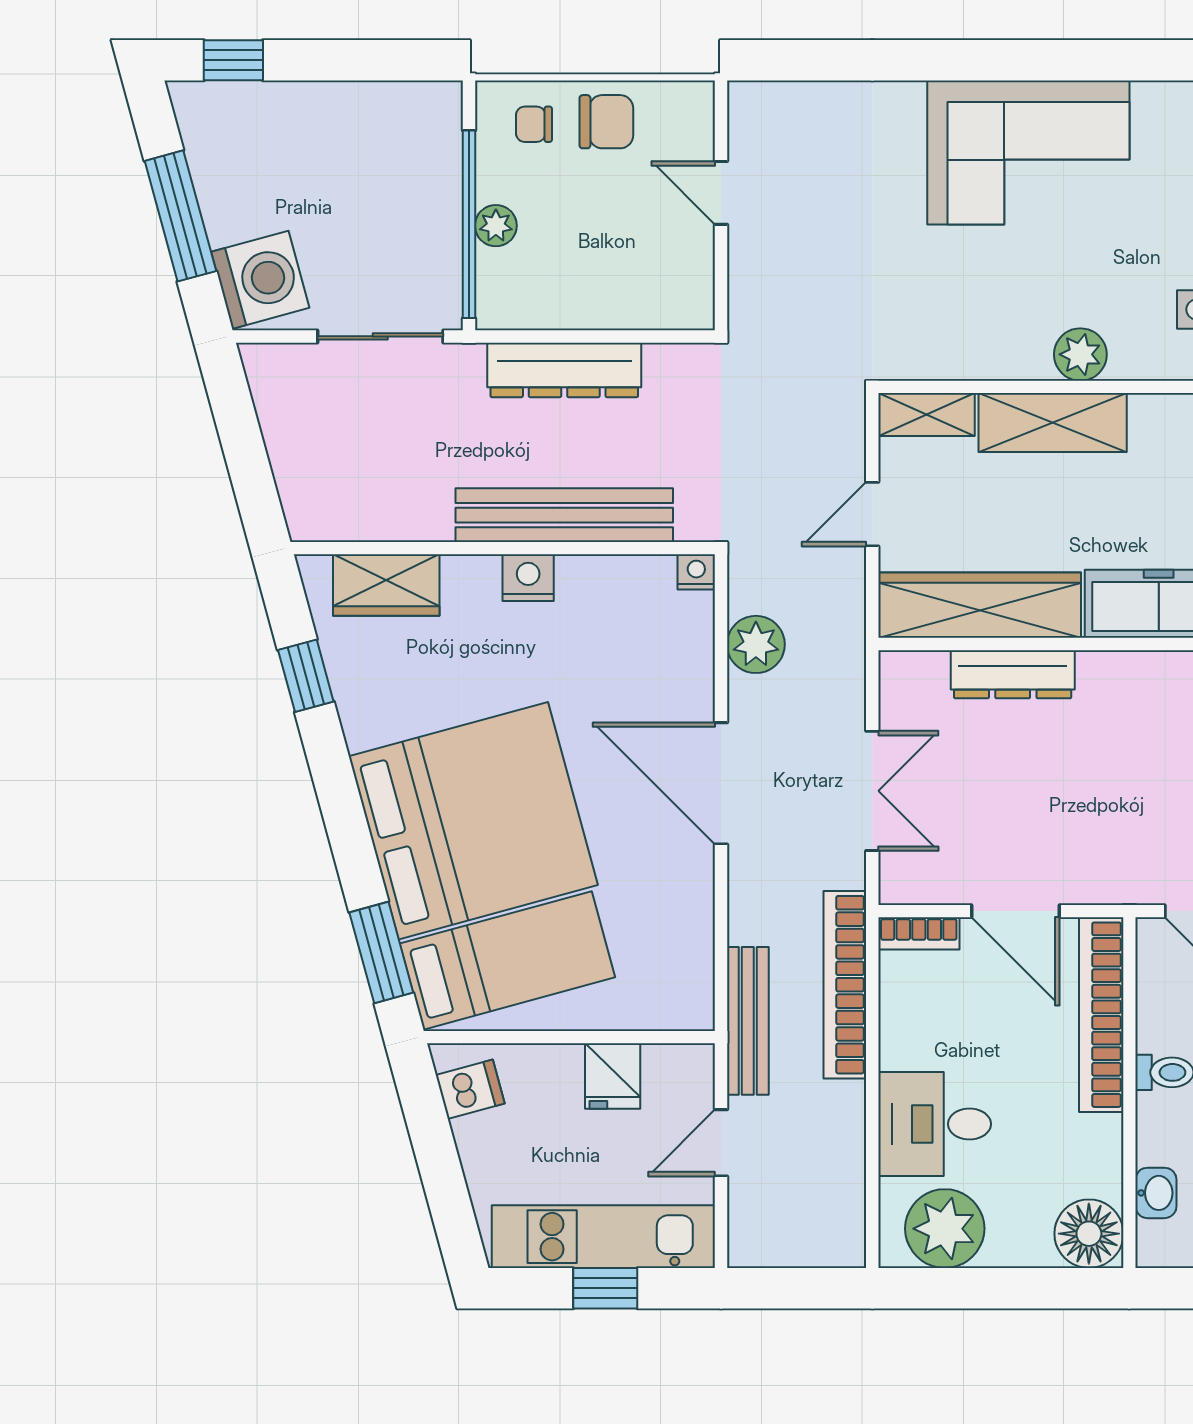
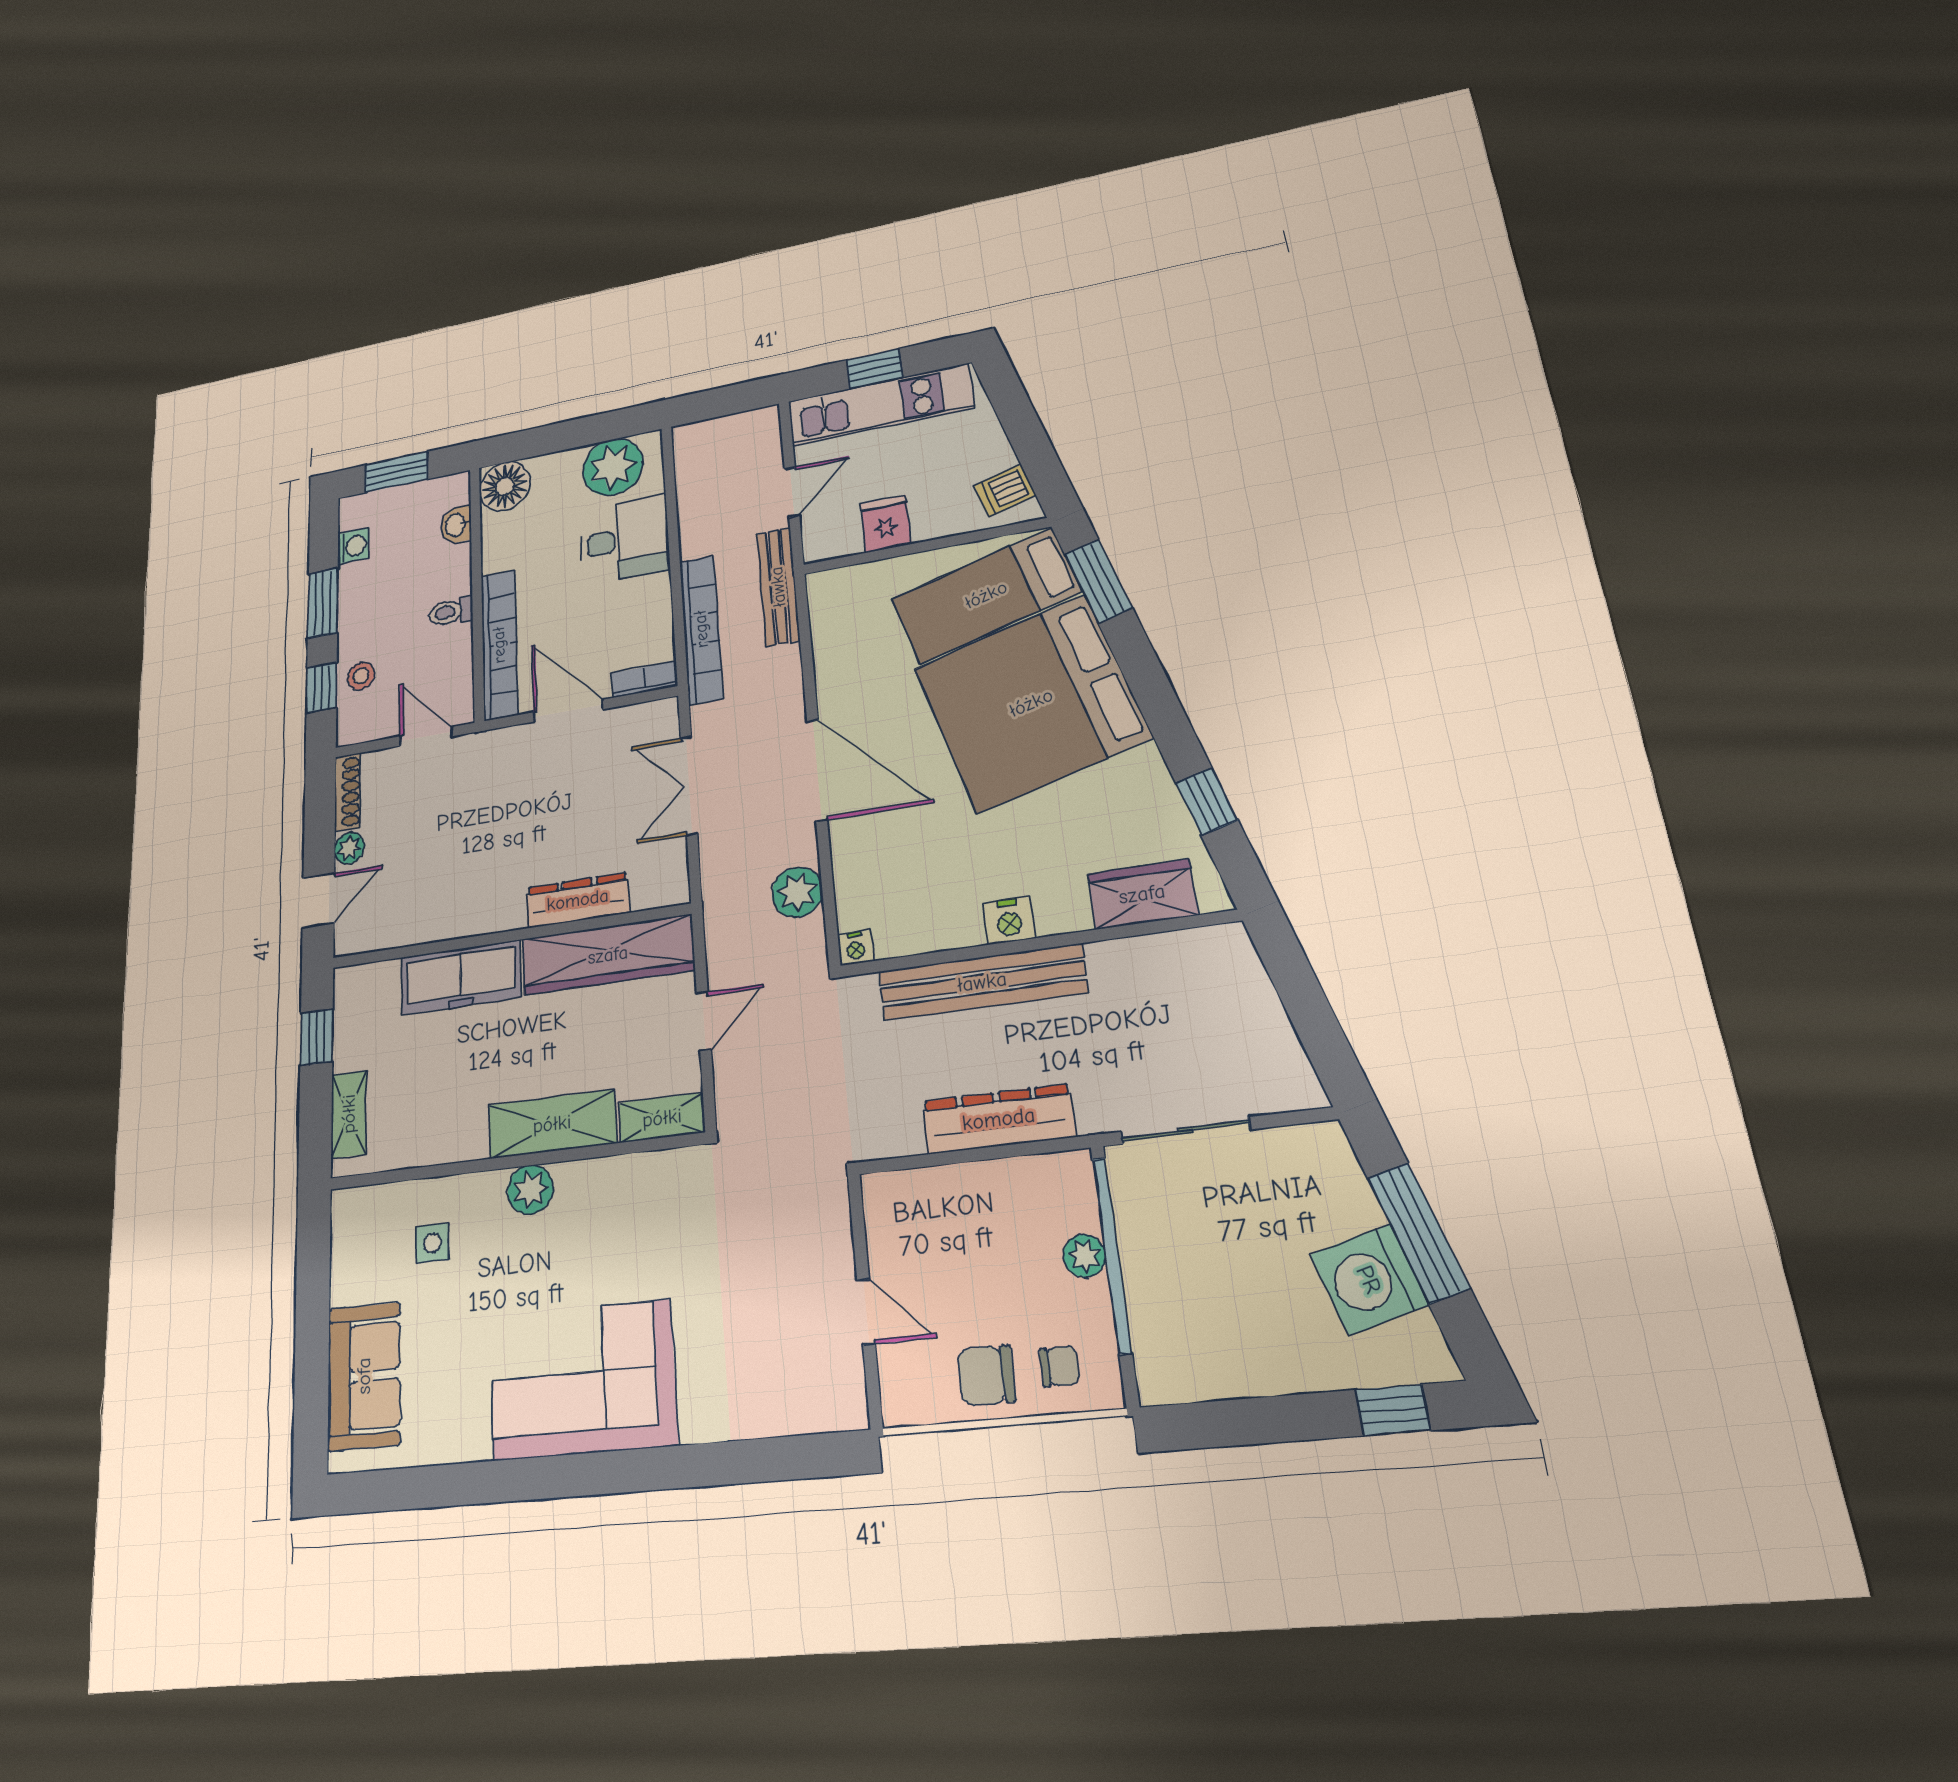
washing machine: (260, 280) -> (1369, 1280), moved

